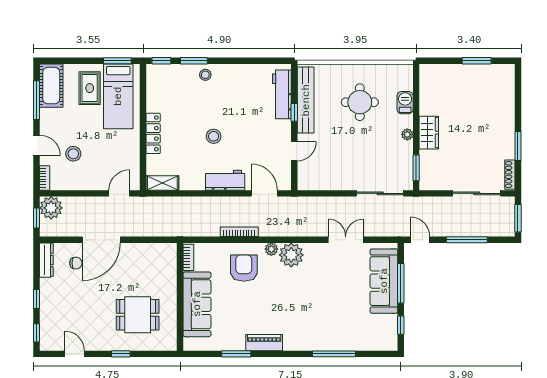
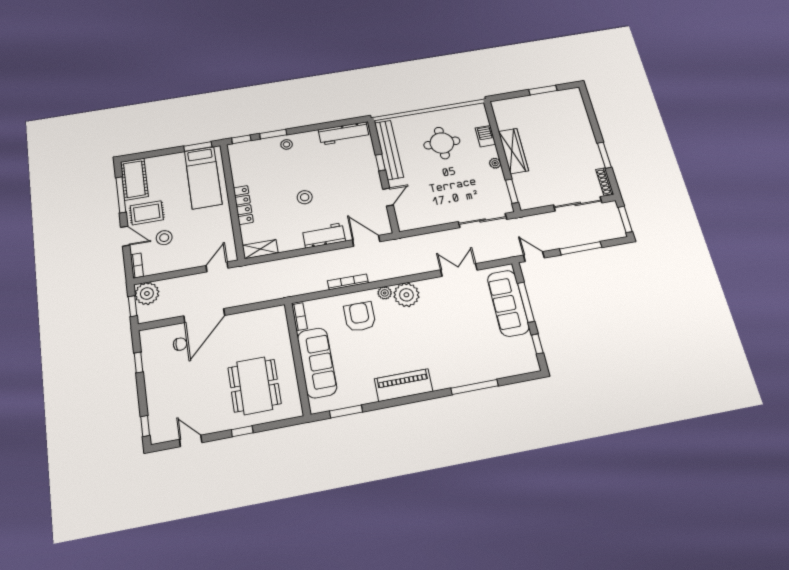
rug: (90, 88) -> (147, 213), moved, turned 90
workbench: (282, 94) -> (344, 133), moved, turned -90
wardrobe: (429, 133) -> (513, 151), width x1.50
dresser: (46, 260) -> (148, 347), removed
window: (37, 299) -> (138, 362), moved
dining table: (138, 315) -> (255, 386), width x1.38
piano: (264, 343) -> (404, 385), width x1.37, depth x1.33
window: (236, 354) -> (346, 411), moved

